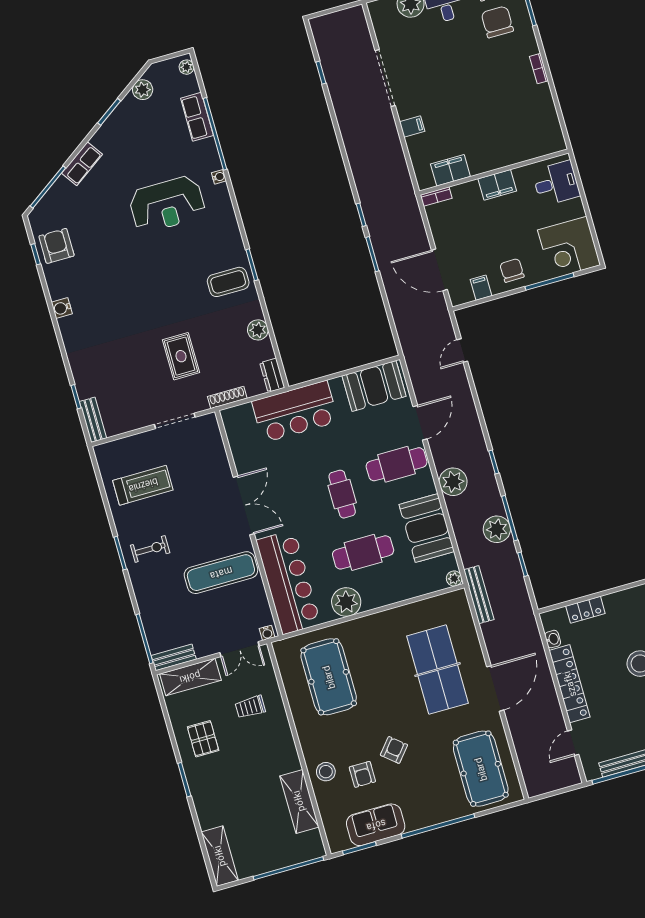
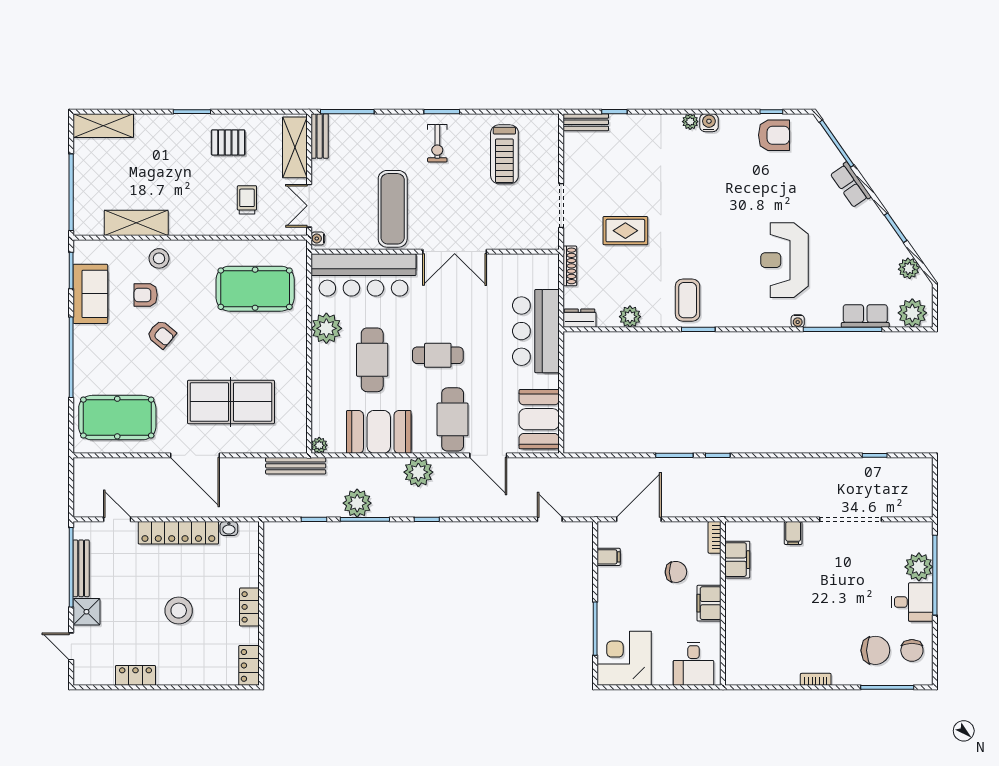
plant: (187, 67) -> (912, 313), width x1.87, depth x1.87
chair: (512, 270) -> (676, 572), moved
plant: (66, 325) -> (690, 122), added
locker: (585, 610) -> (249, 607), moved

